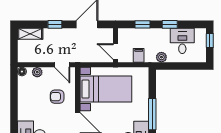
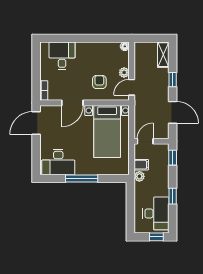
window: (143, 24) -> (173, 158), moved
desk: (182, 41) -> (156, 213), width x1.37
plant: (161, 57) -> (139, 176), moved
plant: (37, 72) -> (124, 72), moved

